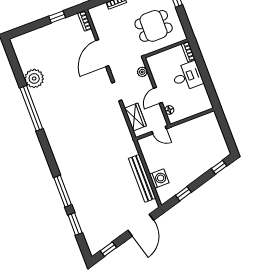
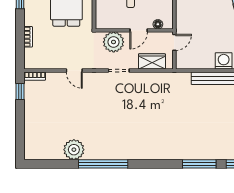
window: (57, 17) -> (20, 91), moved
door: (102, 53) -> (74, 71), width x0.53
plant: (142, 72) -> (114, 42), width x1.87, depth x1.87
door: (158, 95) -> (139, 30), hinge flipped

